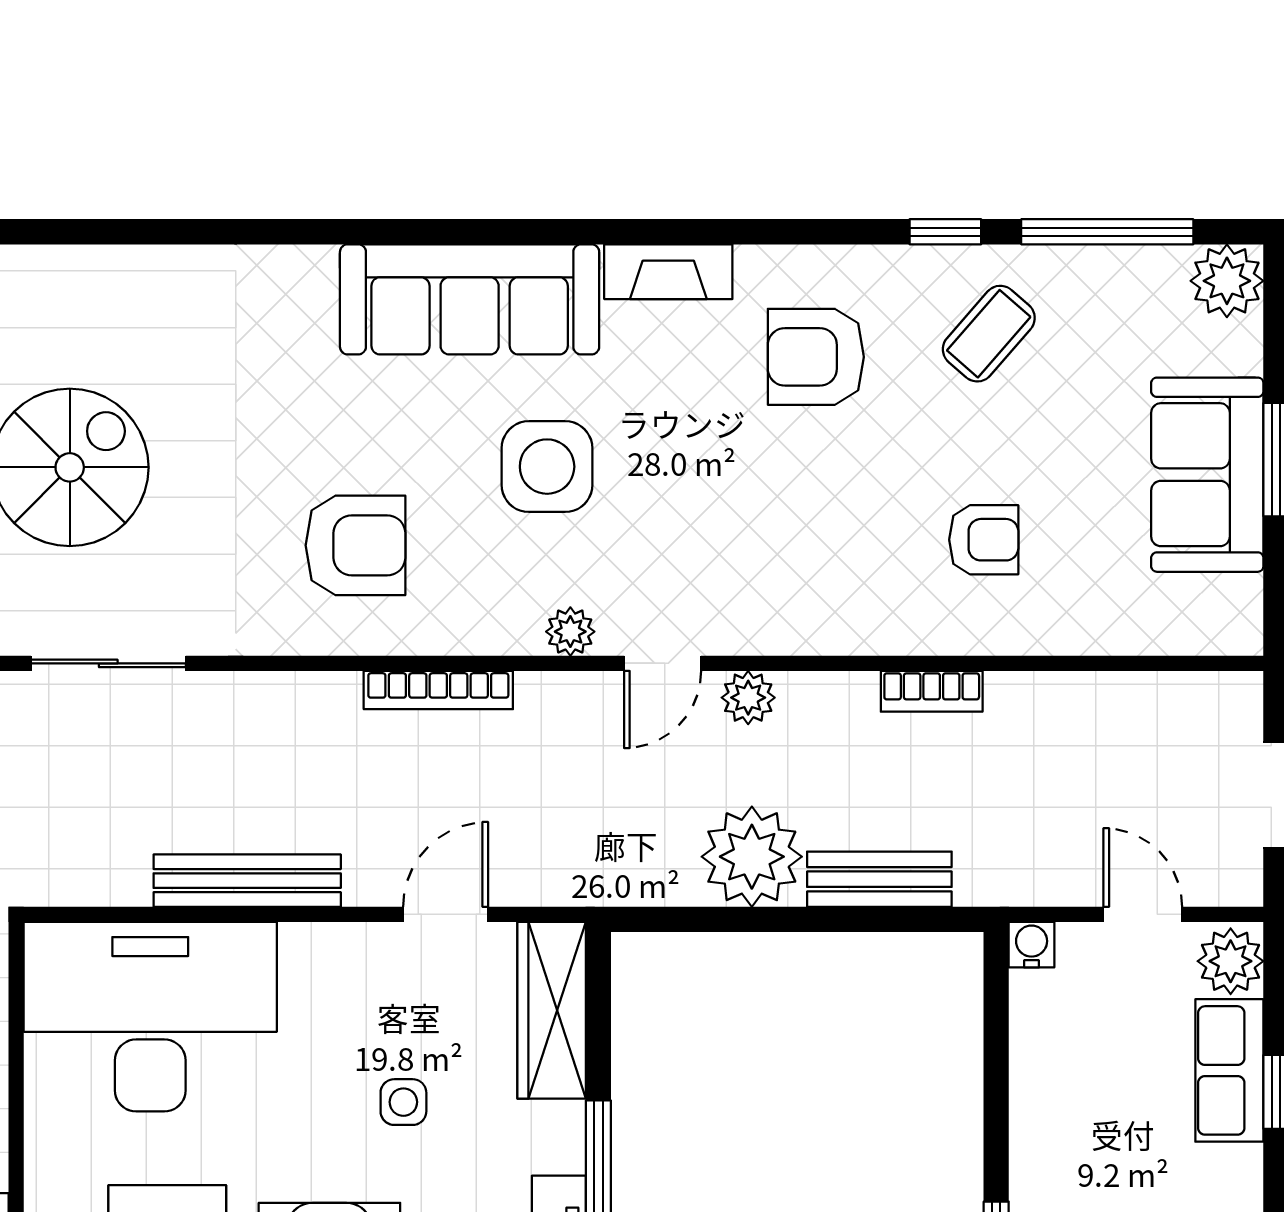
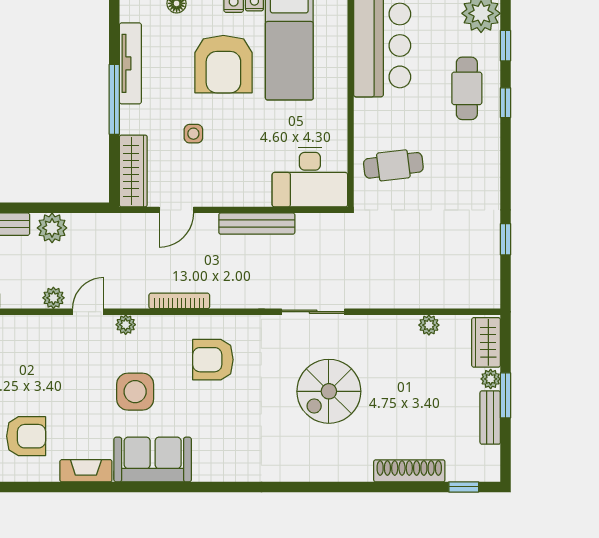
sofa: (470, 299) -> (153, 460), width x0.73
plant: (752, 857) -> (52, 228), width x0.73, depth x0.73
desk: (150, 1017) -> (310, 177), width x0.73, depth x0.77

